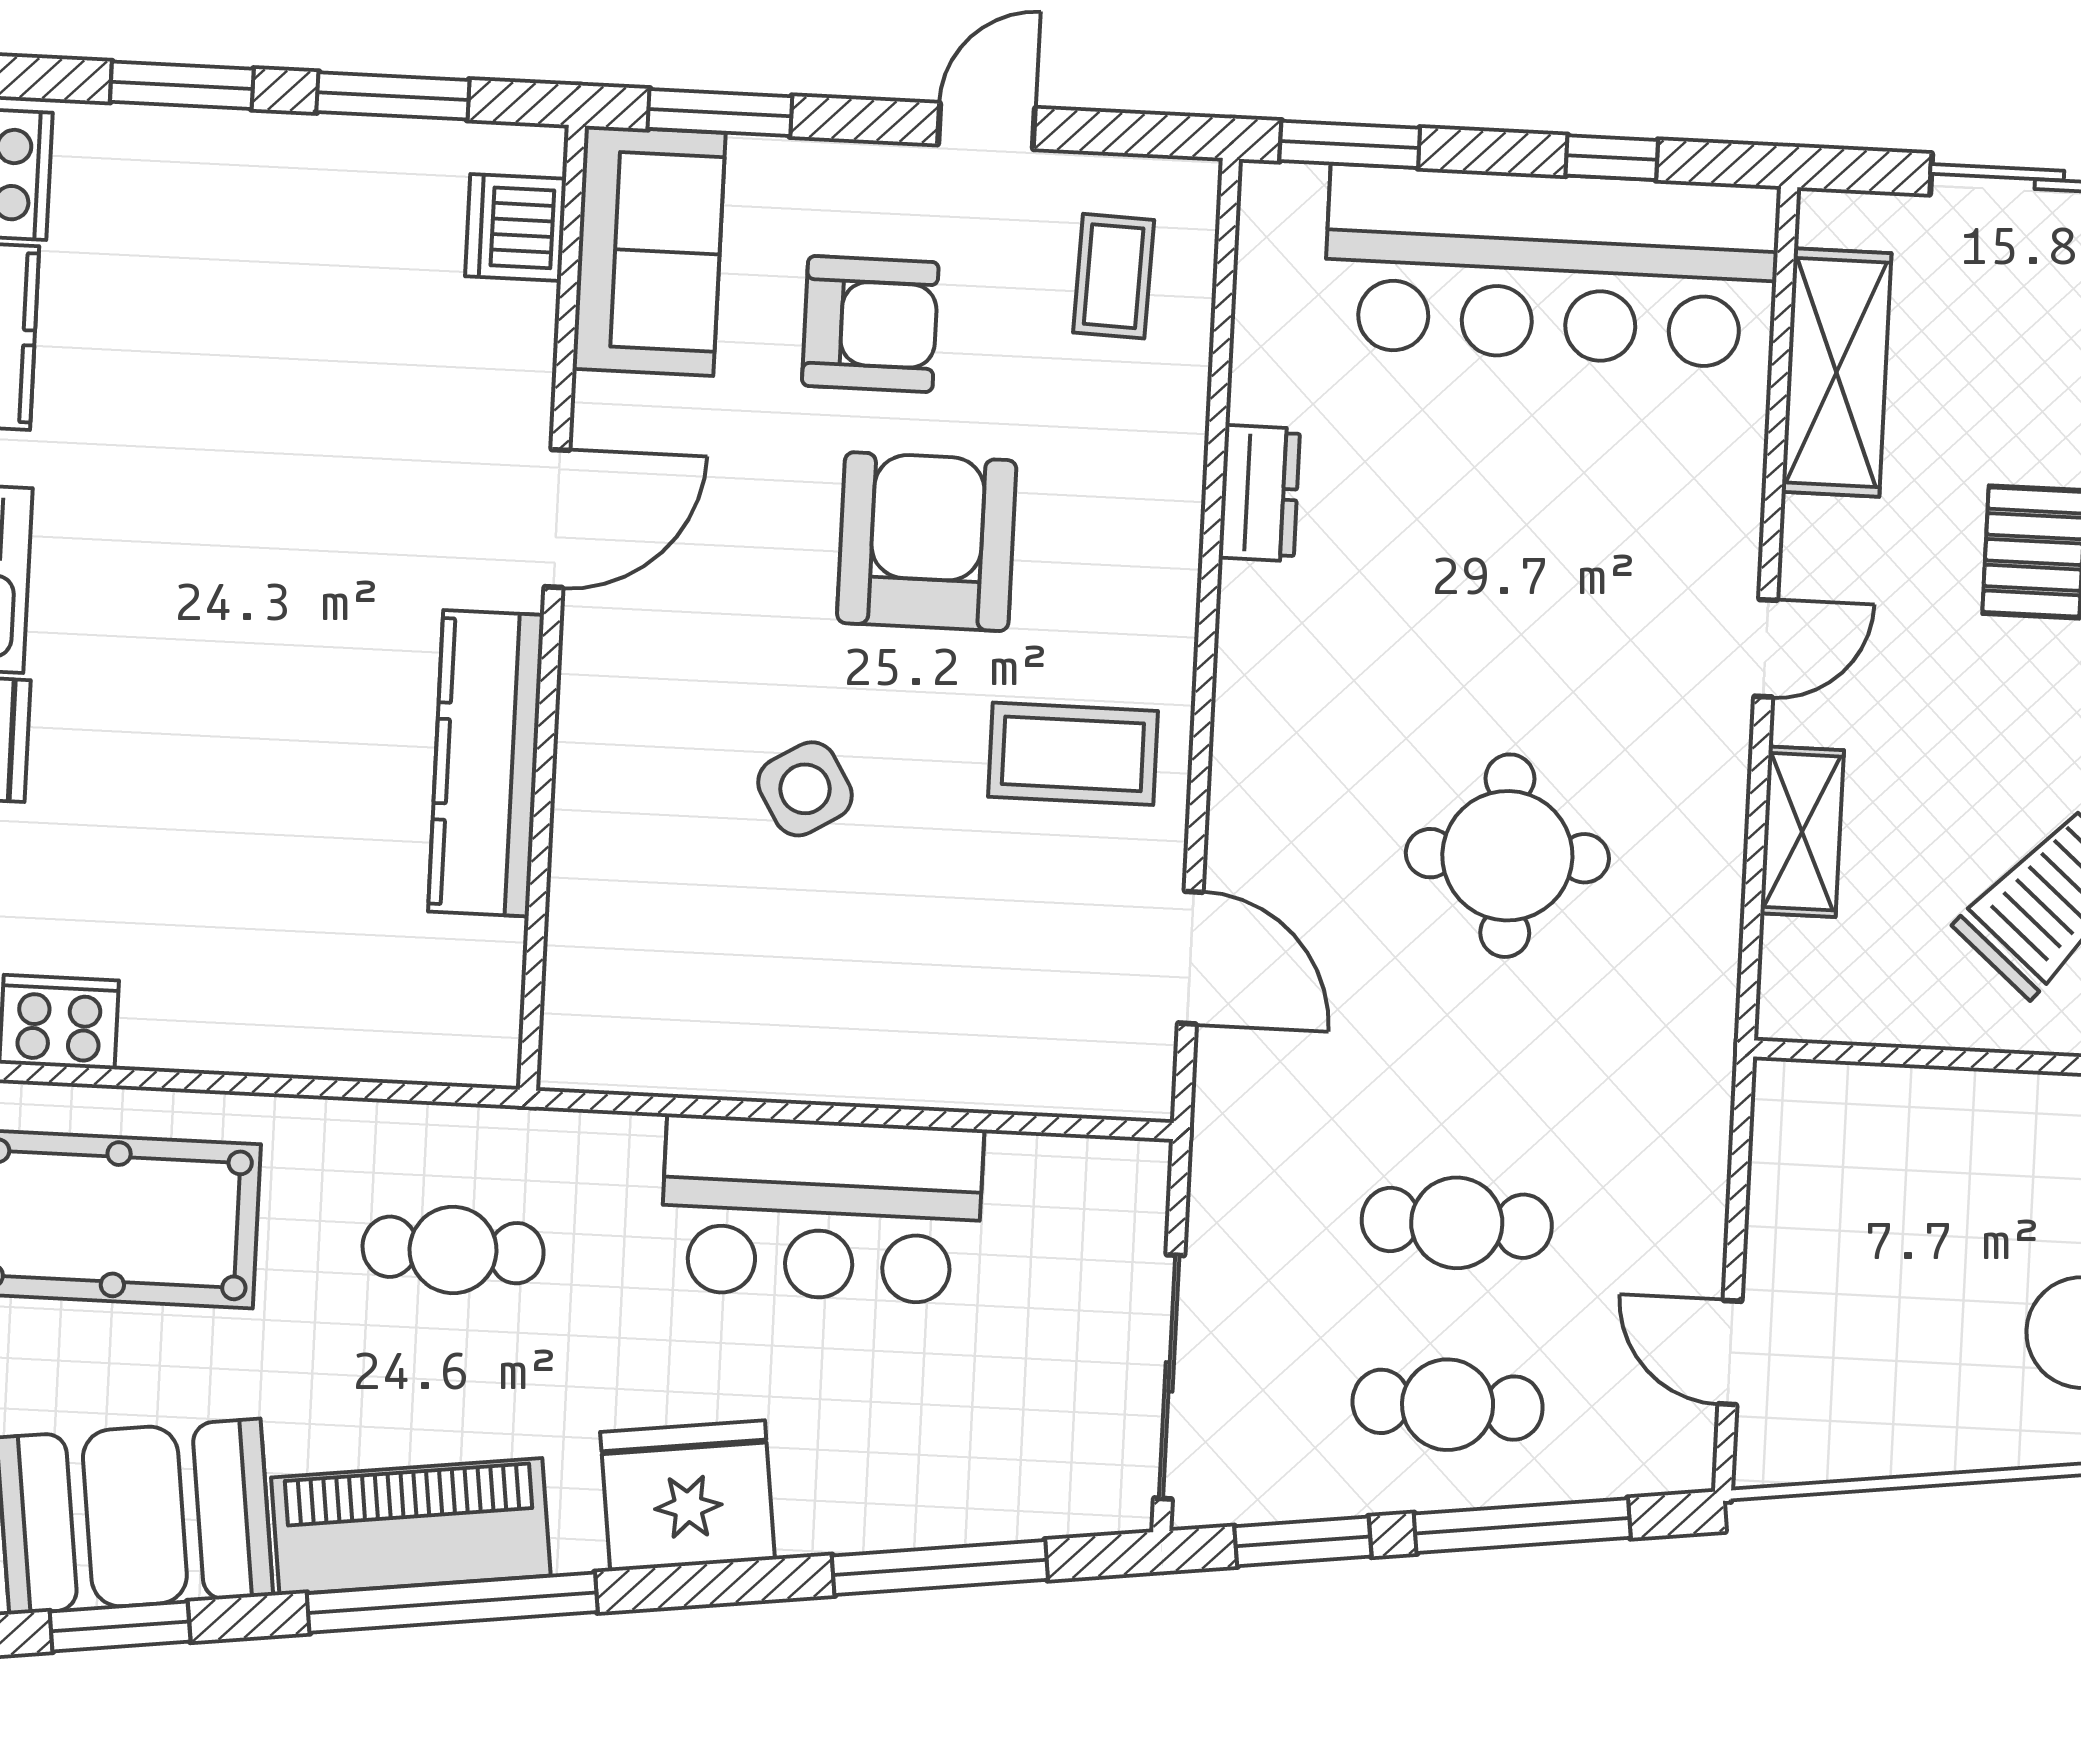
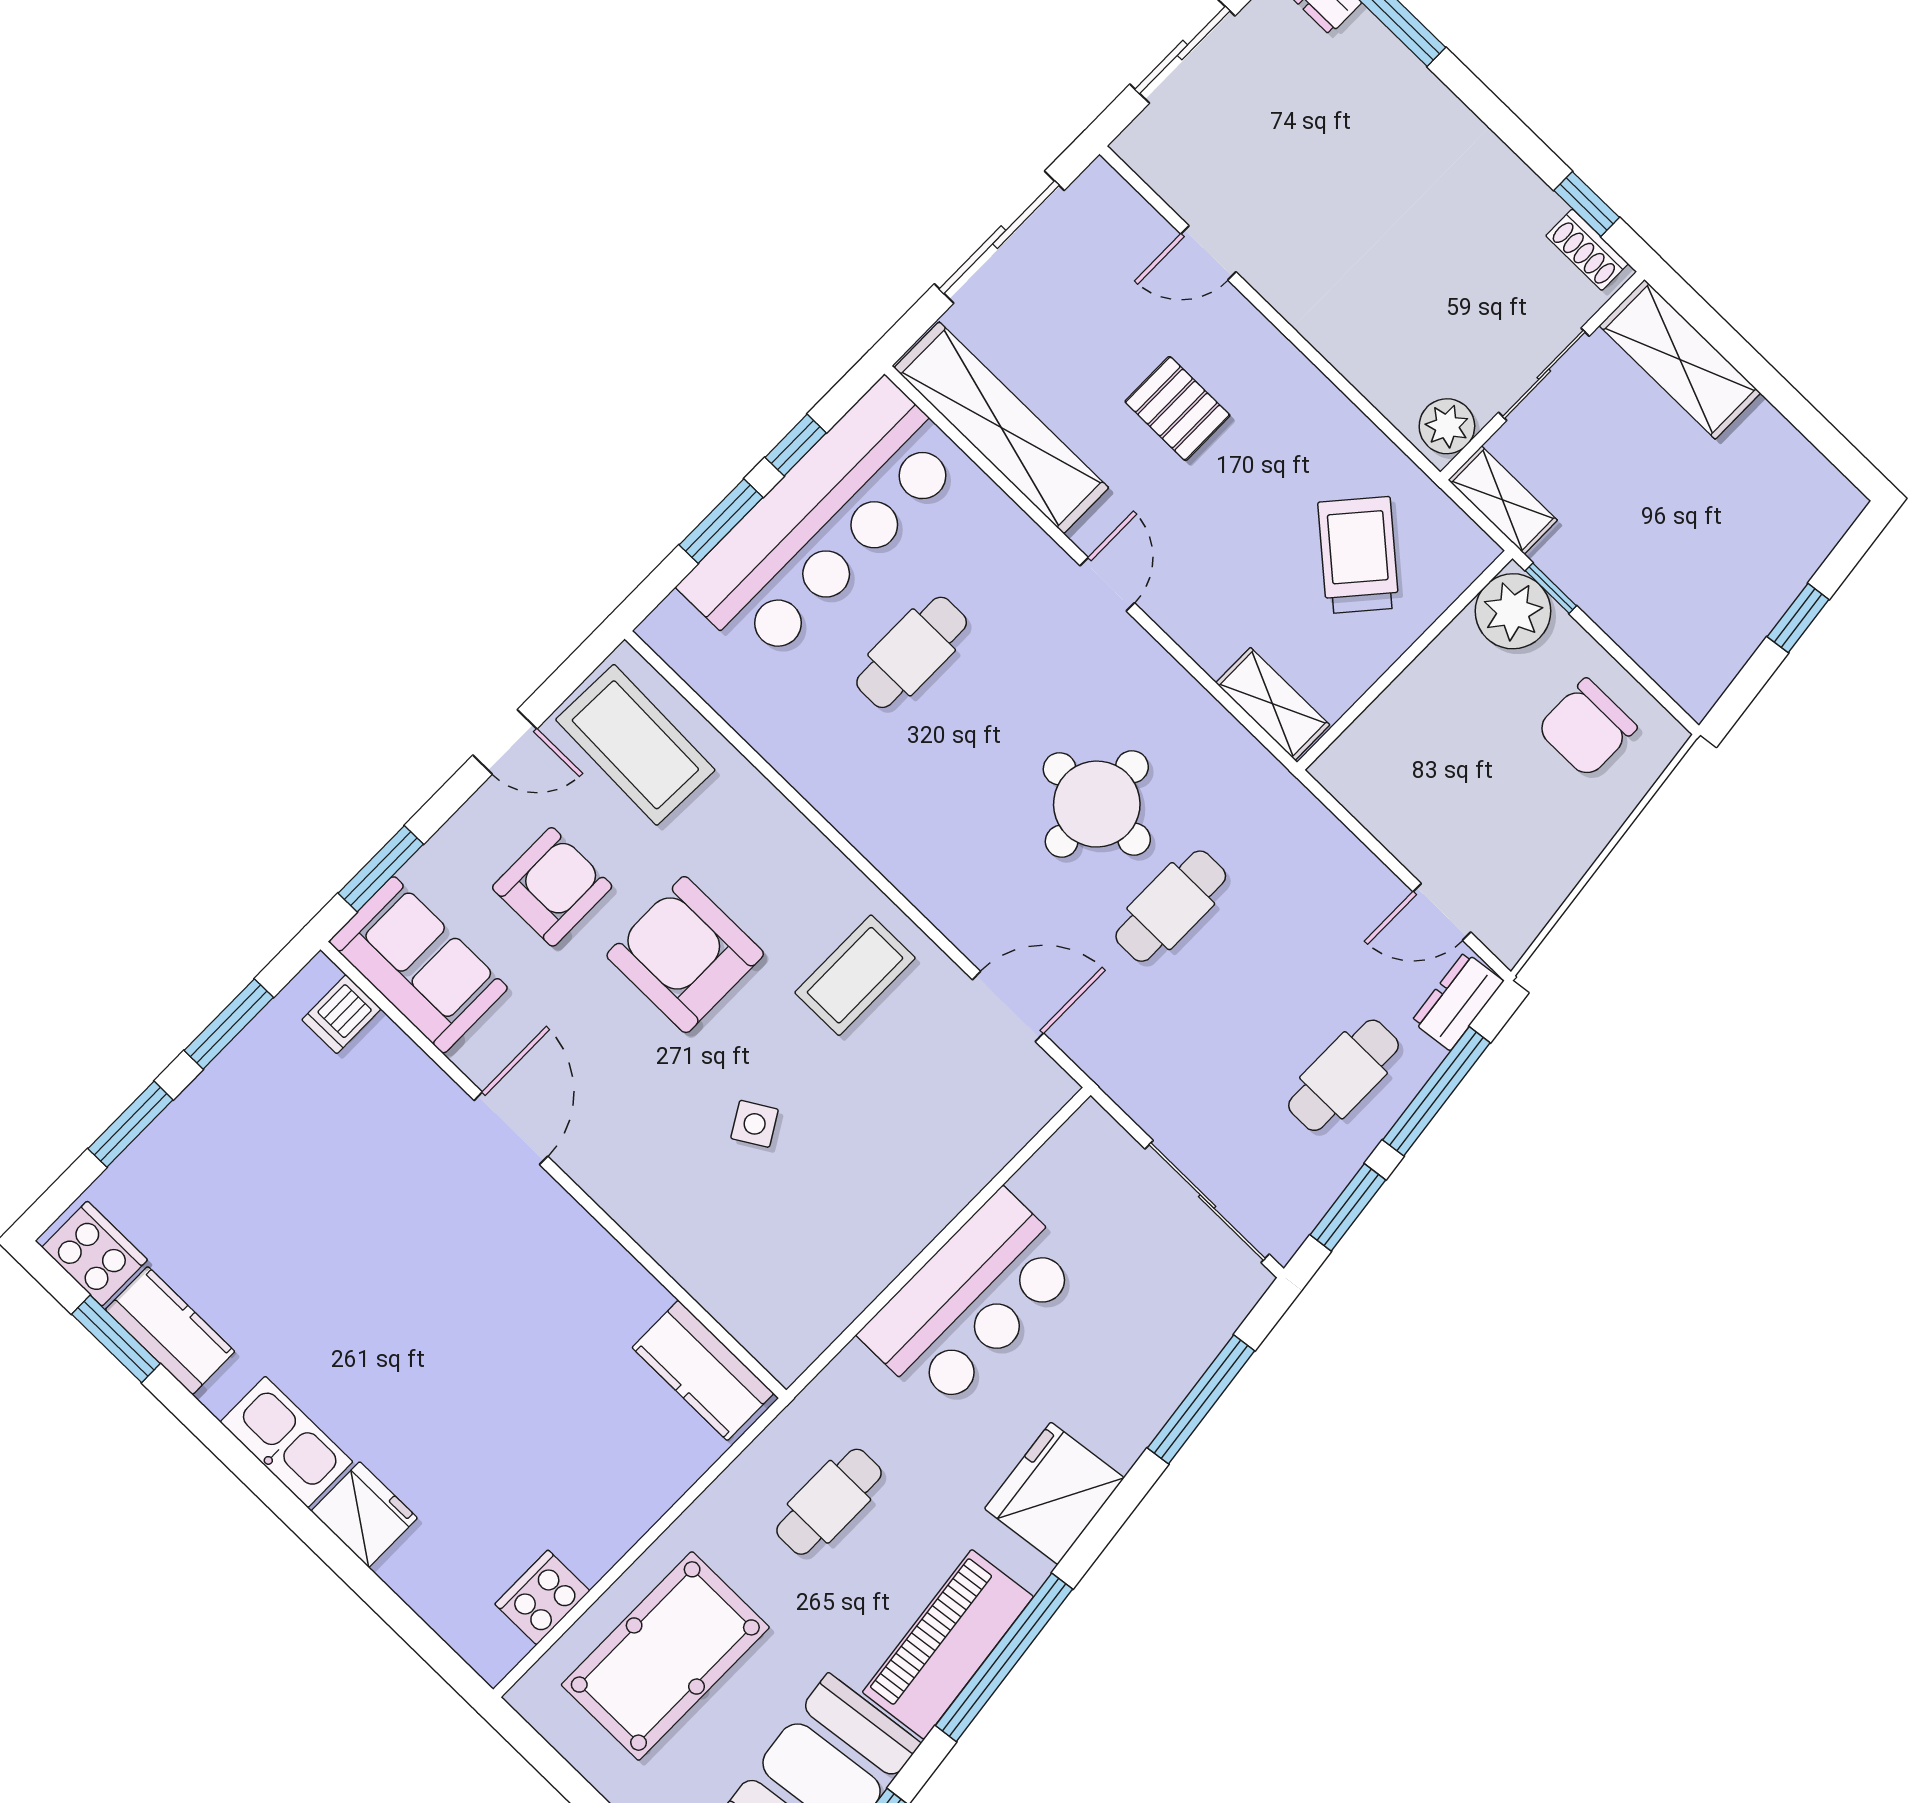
door: (987, 126) -> (505, 742), swing flipped
window: (1350, 144) -> (721, 521), moved
dishwasher: (516, 228) -> (341, 1014), width x0.73
coffee table: (1114, 276) -> (635, 745), width x1.86, depth x1.72
shelving: (1837, 373) -> (1001, 428), width x1.47
dresser: (1259, 493) -> (1457, 1001), moved, turned -97
cafe table: (1494, 495) -> (912, 652), added
kitchen counter: (486, 763) -> (703, 1370), moved, width x0.67
side table: (805, 789) -> (755, 1124), width x0.73, depth x0.73
shelving: (1802, 832) -> (1273, 704), moved
cafe table: (1457, 1223) -> (1171, 906), moved

